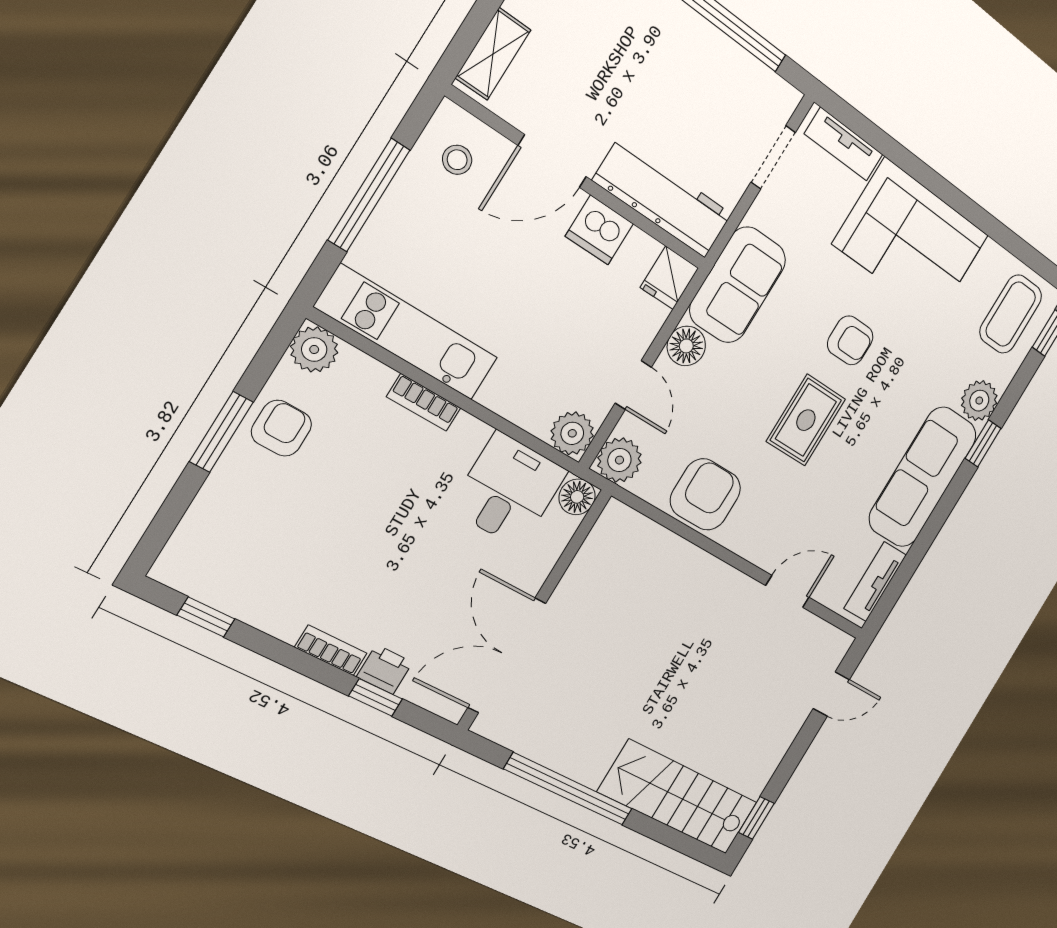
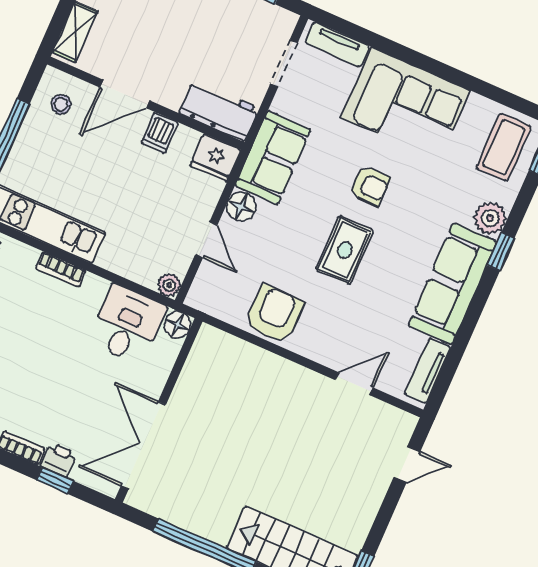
workbench: (663, 198) -> (219, 111), width x0.73
dishwasher: (599, 230) -> (160, 133), width x0.73
fridge: (669, 278) -> (215, 158), width x1.38
plant: (572, 433) -> (169, 285), width x0.73, depth x0.73
plant: (619, 460) -> (205, 295), removed

